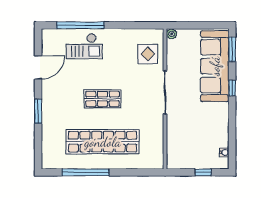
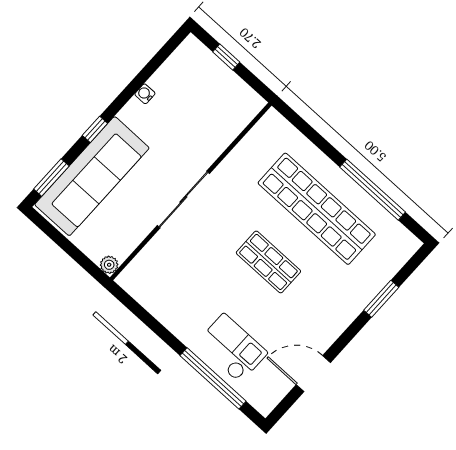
display table: (148, 54) -> (162, 267), removed
window: (38, 111) -> (381, 299), moved
water cooler: (224, 152) -> (145, 94), moved

